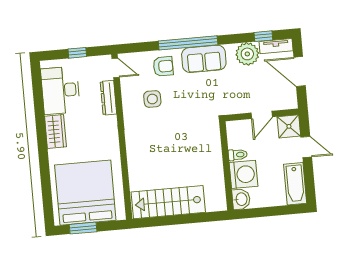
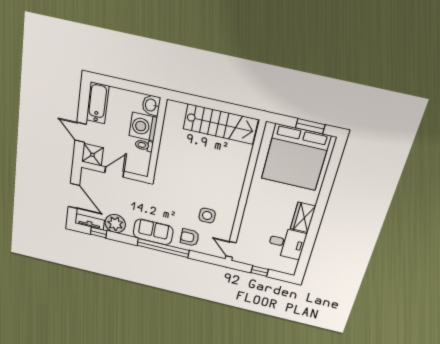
desk: (60, 90) -> (287, 243), width x0.73
dresser: (108, 98) -> (245, 229), removed

